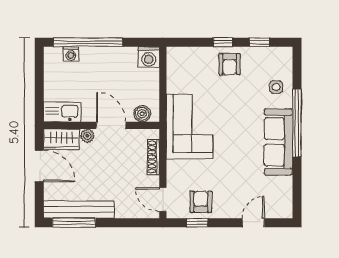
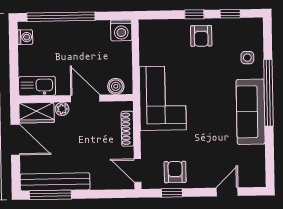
washing machine: (71, 54) -> (25, 37), moved, turned -90

